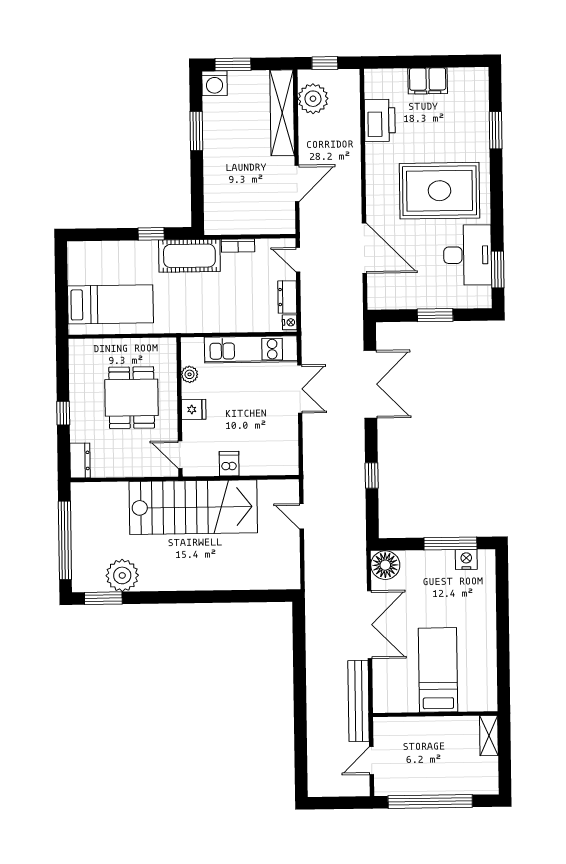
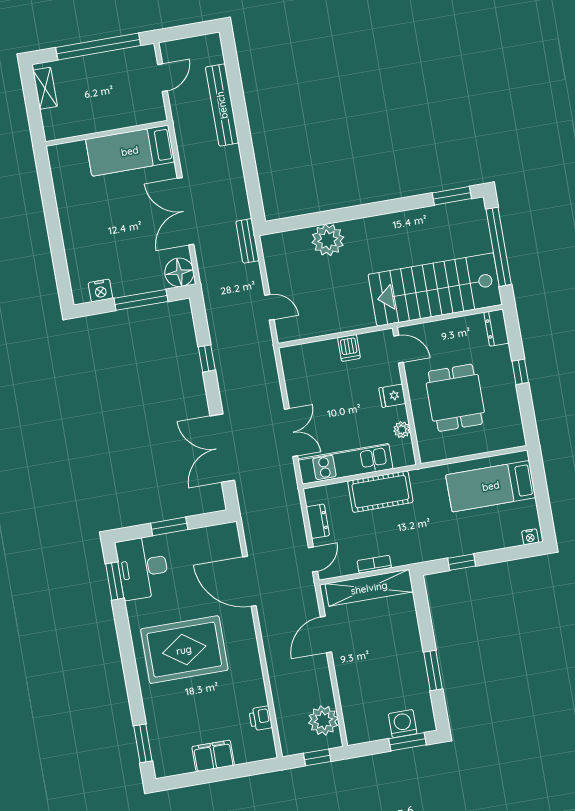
washing machine: (214, 83) -> (403, 724), moved
shelving: (282, 113) -> (369, 588), moved, turned 90
printer: (380, 120) -> (261, 718), width x0.53, depth x0.68
window: (496, 130) -> (143, 743), moved
desk: (468, 255) -> (143, 568), moved
cot: (189, 256) -> (380, 492), moved
door: (298, 260) -> (313, 559), hinge flipped
nightstand: (290, 322) -> (530, 537), moved, turned -90
double door: (300, 389) -> (291, 432), swing flipped
stairs: (193, 507) -> (435, 289), moved
window: (450, 544) -> (141, 300), moved
plant: (122, 575) -> (328, 240), moved
bench: (313, 586) -> (247, 241), added
bed: (438, 670) -> (130, 151), moved, turned 90
bench: (359, 701) -> (222, 105), moved
shelving: (489, 736) -> (45, 88), moved

